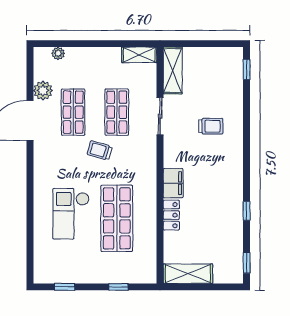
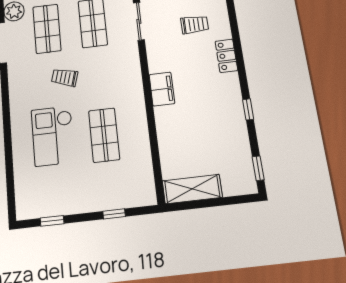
trolley: (100, 151) -> (65, 77), moved
locker: (171, 215) -> (226, 56), moved, turned 180
shop shelf: (117, 218) -> (104, 135), width x0.70, depth x0.74

